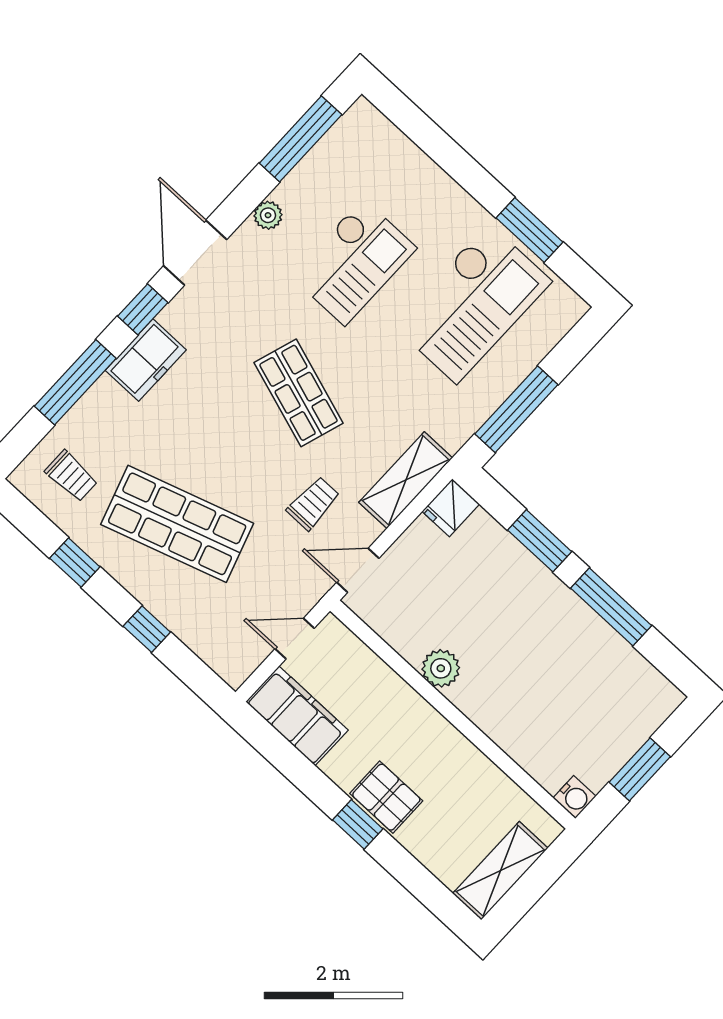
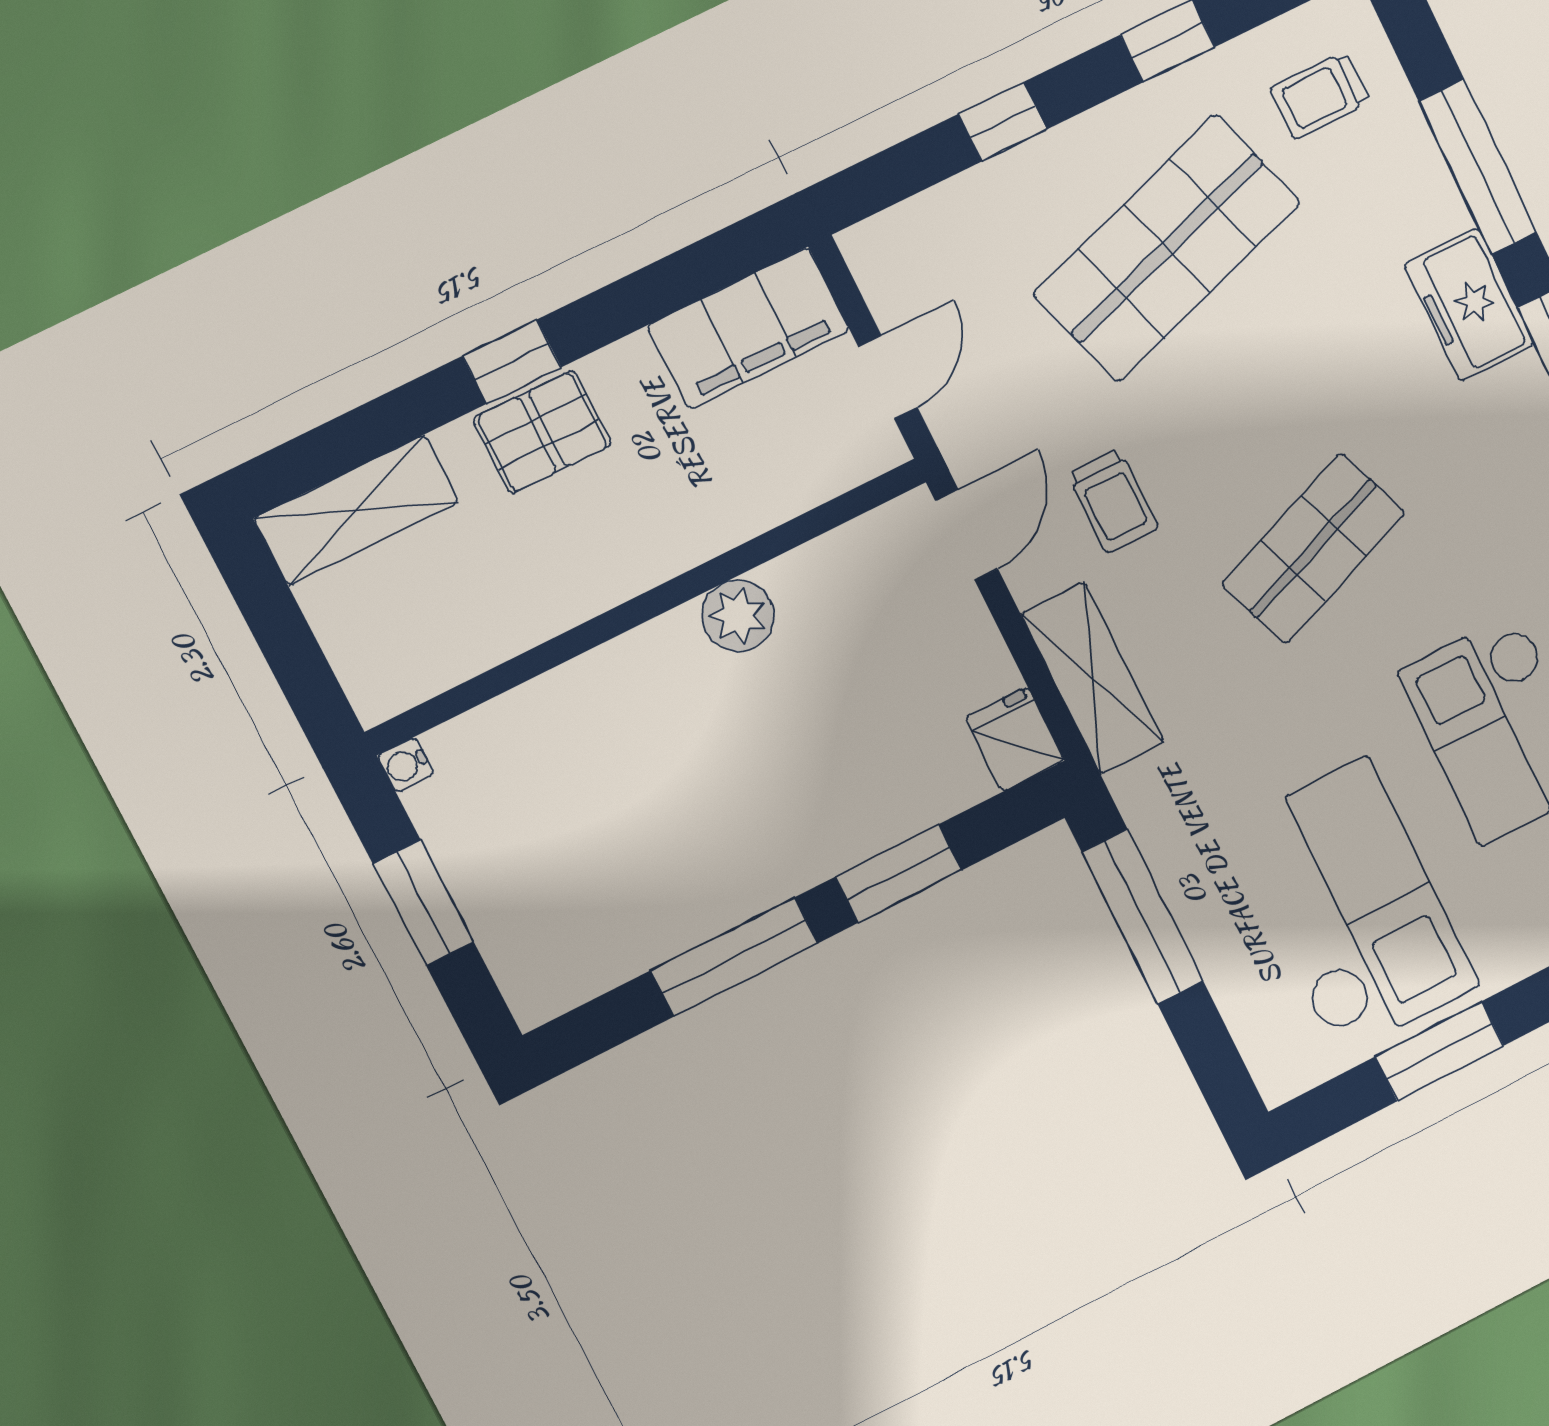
checkout: (472, 303) -> (1353, 907), turned 180
shop shelf: (299, 393) -> (1313, 548), turned -39
water cooler: (574, 797) -> (406, 765), width x0.72, depth x0.72
shelving: (500, 871) -> (356, 510), moved, turned 90

